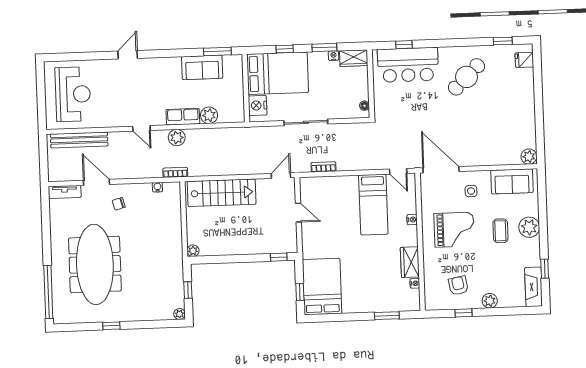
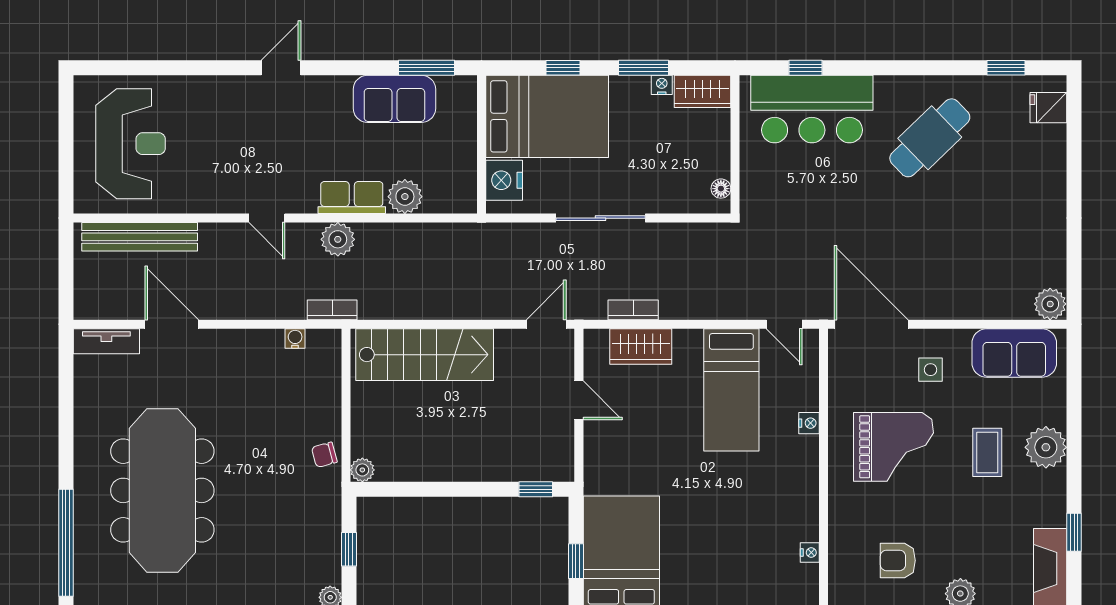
door: (128, 55) -> (281, 68), moved
chair: (119, 204) -> (324, 455), moved
wardrobe: (410, 262) -> (641, 347), moved, turned -90
armchair: (458, 286) -> (898, 560), turned -80

